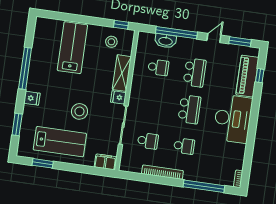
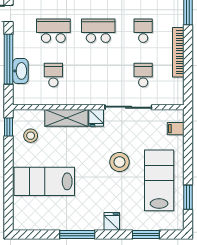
window: (25, 68) -> (77, 235), width x0.68
filing cabinet: (105, 162) -> (176, 129), width x0.50

